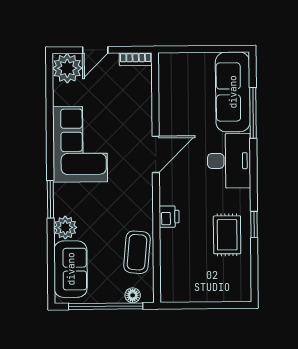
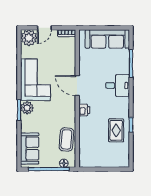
sofa: (233, 92) -> (107, 39), moved, turned -90
door: (156, 154) -> (77, 86), swing flipped
desk: (229, 161) -> (118, 86), width x0.73
printer: (169, 217) -> (84, 110), moved
plant: (65, 228) -> (27, 108), moved

